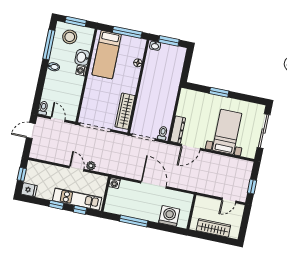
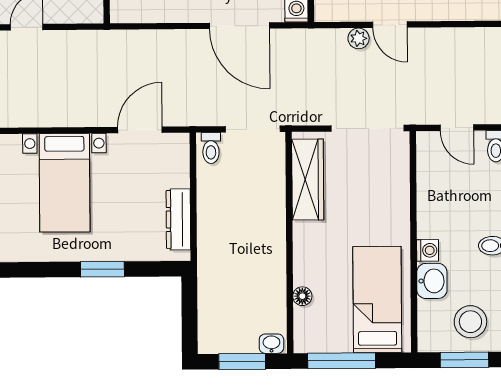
dresser: (178, 130) -> (178, 219), moved
door: (154, 185) -> (239, 26), moved

